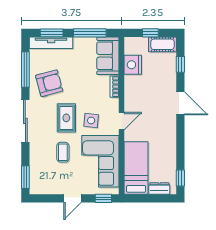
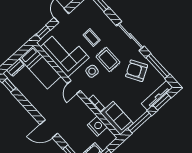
armchair: (49, 83) -> (137, 71), turned 75

